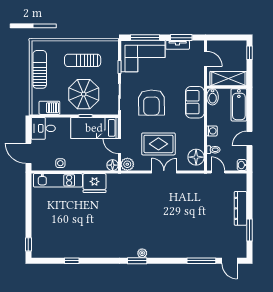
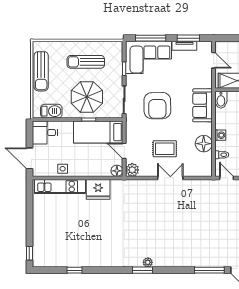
sun lounger: (40, 69) -> (41, 71), turned 180
rug: (158, 144) -> (165, 149), width x0.73, depth x0.70
floor lamp: (196, 157) -> (204, 144), moved

